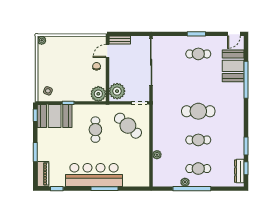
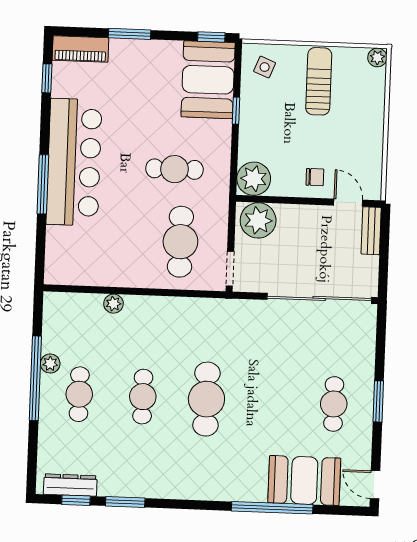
sun lounger: (53, 66) -> (319, 81), added
cafe table: (128, 126) -> (180, 242), turned -42

